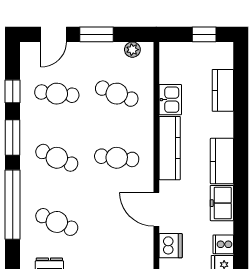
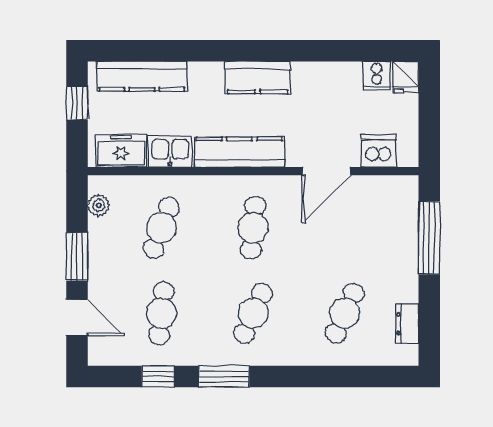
kitchen counter: (223, 90) -> (142, 76), width x1.50
freezer: (222, 203) -> (121, 151), moved, turned 180
window: (13, 205) -> (320, 376), removed

